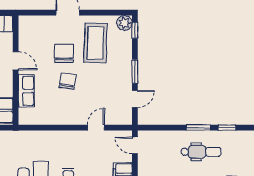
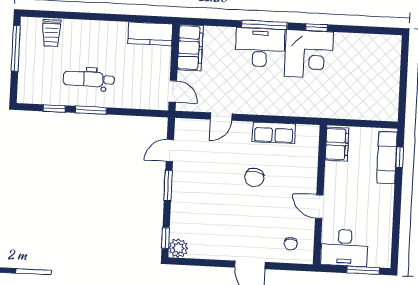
coffee table: (95, 43) -> (217, 224), removed
chair: (64, 53) -> (291, 244), moved, width x0.54, depth x0.54
row of seats: (26, 91) -> (274, 133), moved, turned -90

